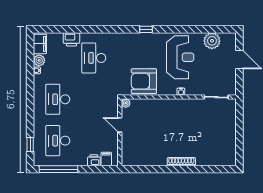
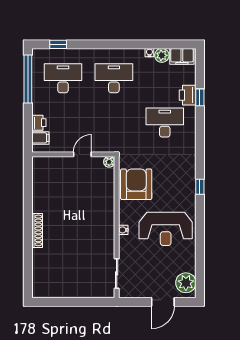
window: (73, 29) -> (200, 97), added
plant: (212, 41) -> (186, 283), moved

